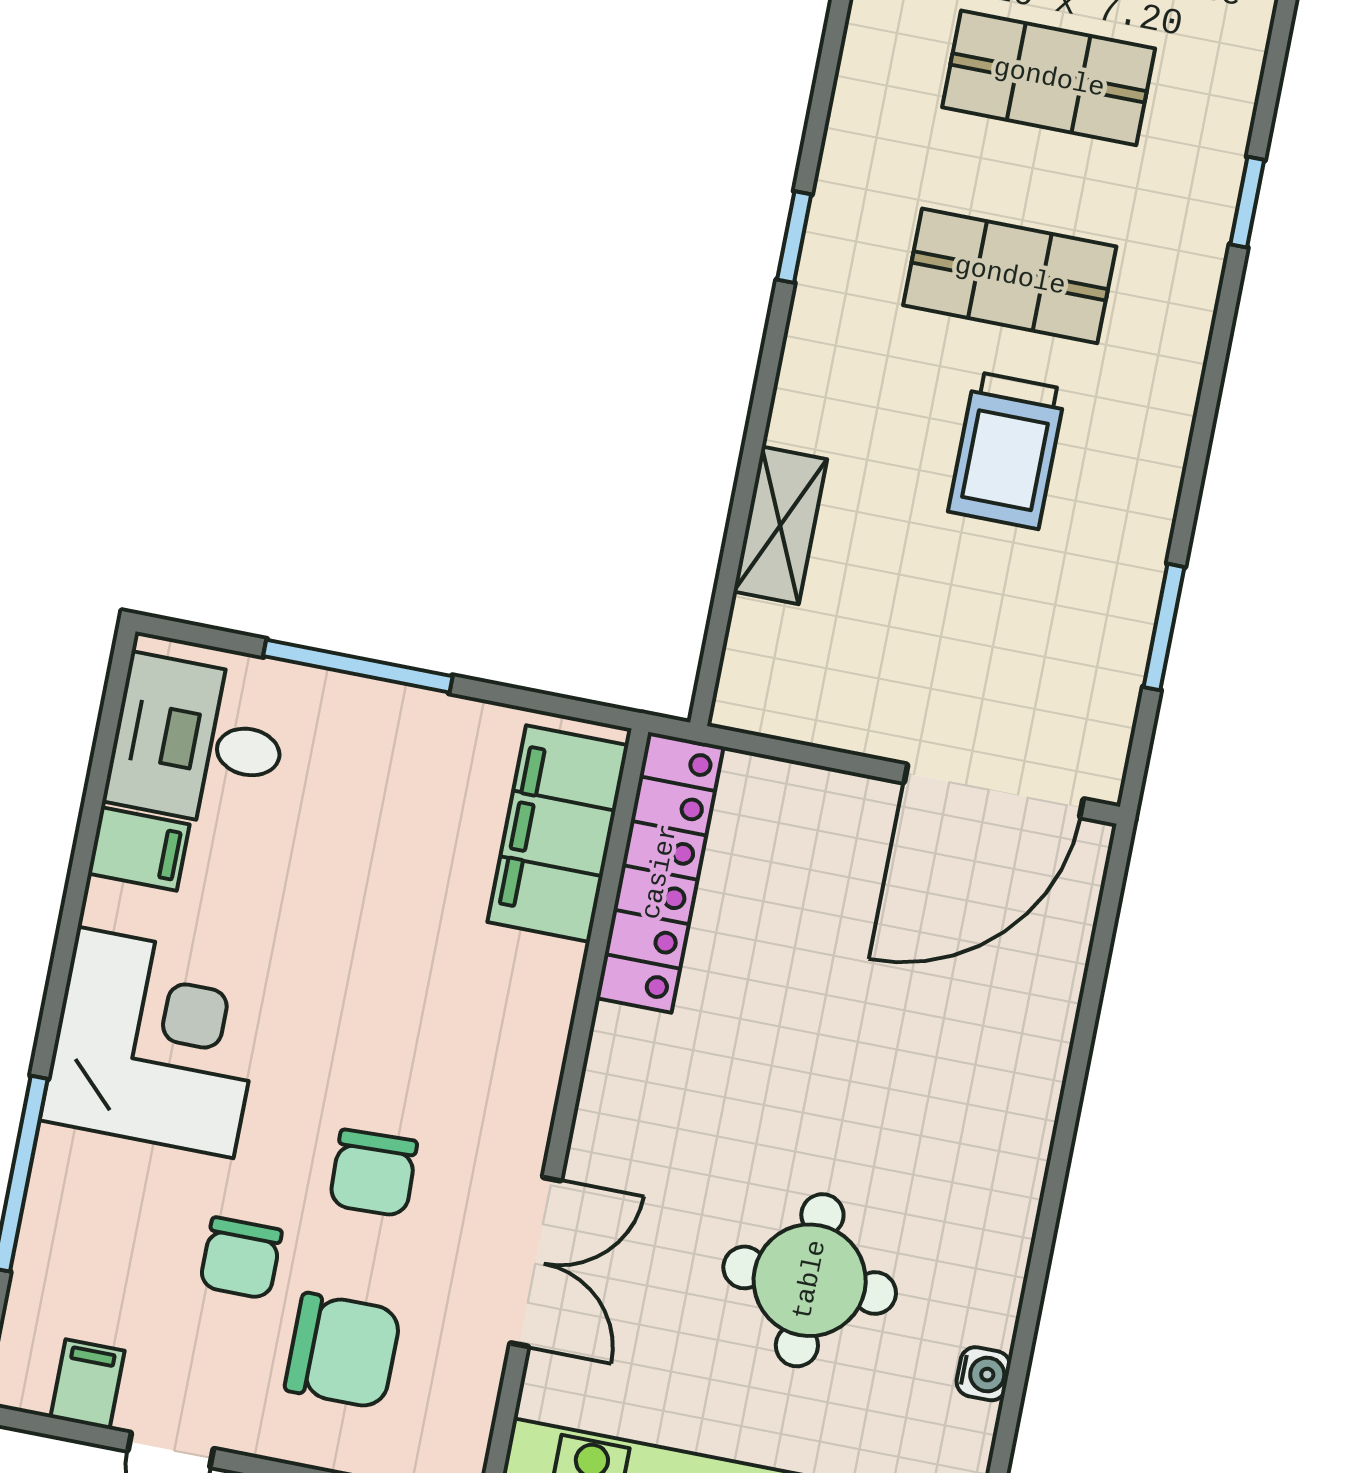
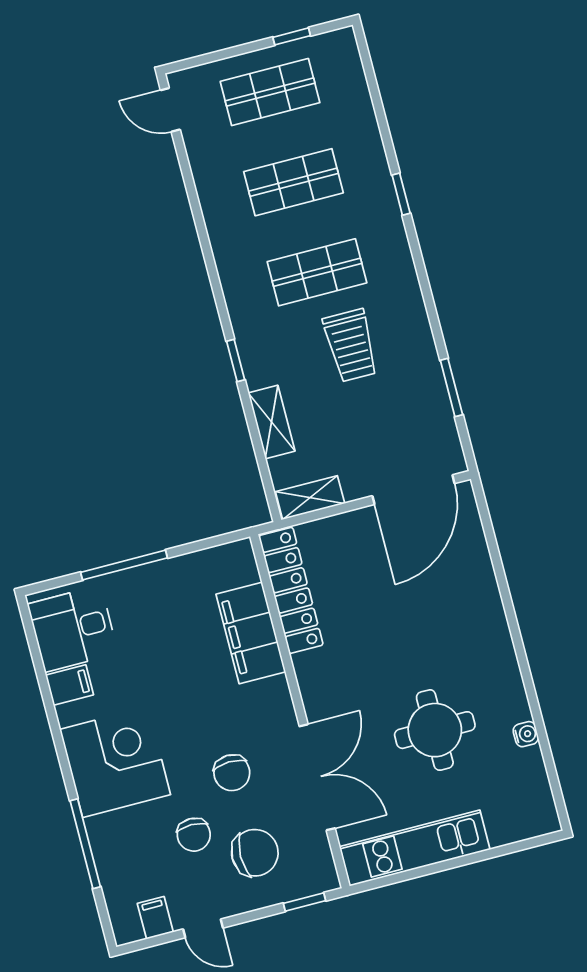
window: (794, 237) -> (236, 360), moved
shelving: (784, 709) -> (310, 498), added
filing cabinet: (558, 834) -> (251, 633), moved
double door: (536, 1262) -> (317, 777), width x1.37

